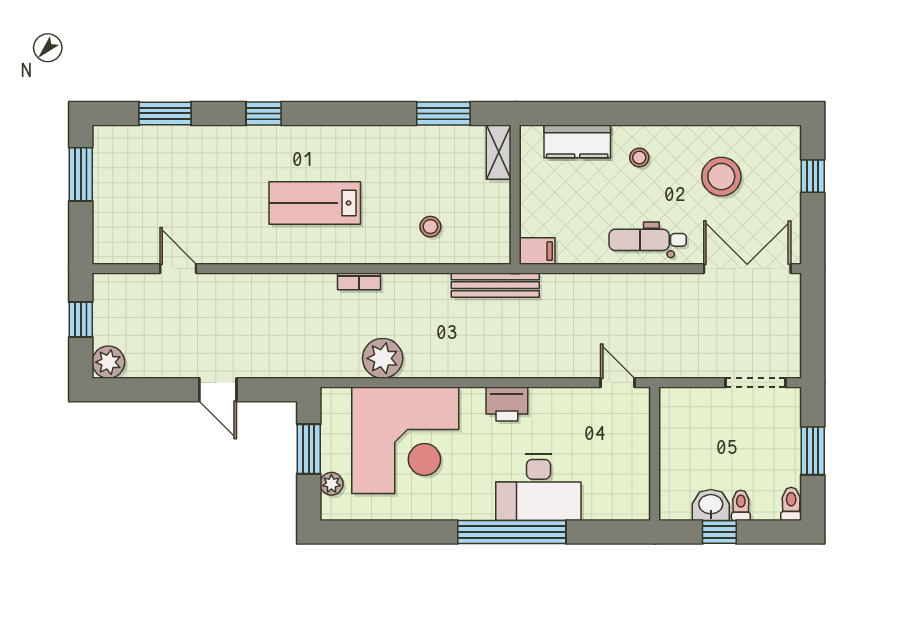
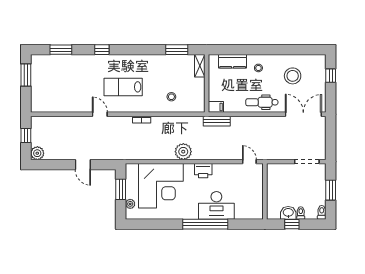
door: (178, 269) -> (100, 114), moved
bench: (495, 285) -> (217, 121), moved, width x0.73
plant: (383, 358) -> (183, 152), moved

